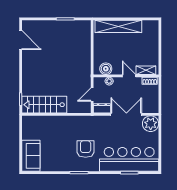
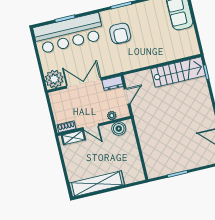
shelving: (118, 26) -> (97, 184), moved
double door: (126, 114) -> (84, 83), swing flipped

